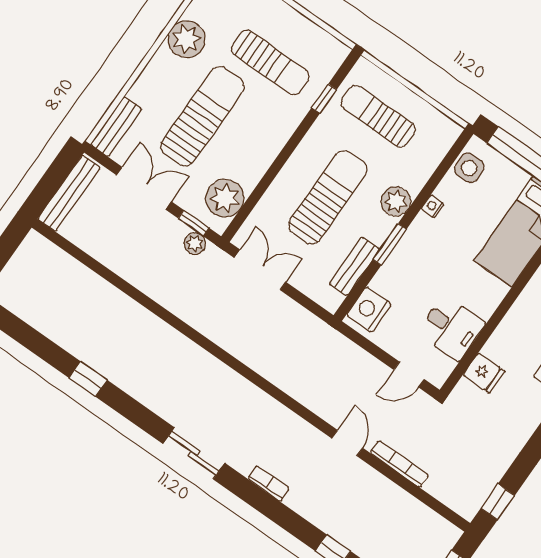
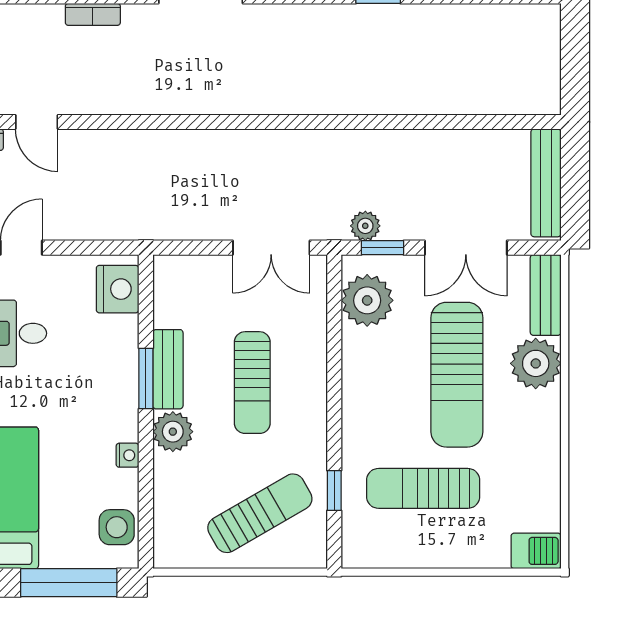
plant: (186, 39) -> (536, 363), moved
sun lounger: (378, 116) -> (260, 513), turned -30
sun lounger: (328, 197) -> (252, 383), width x0.73, depth x0.75
bench: (354, 266) -> (168, 369), moved

